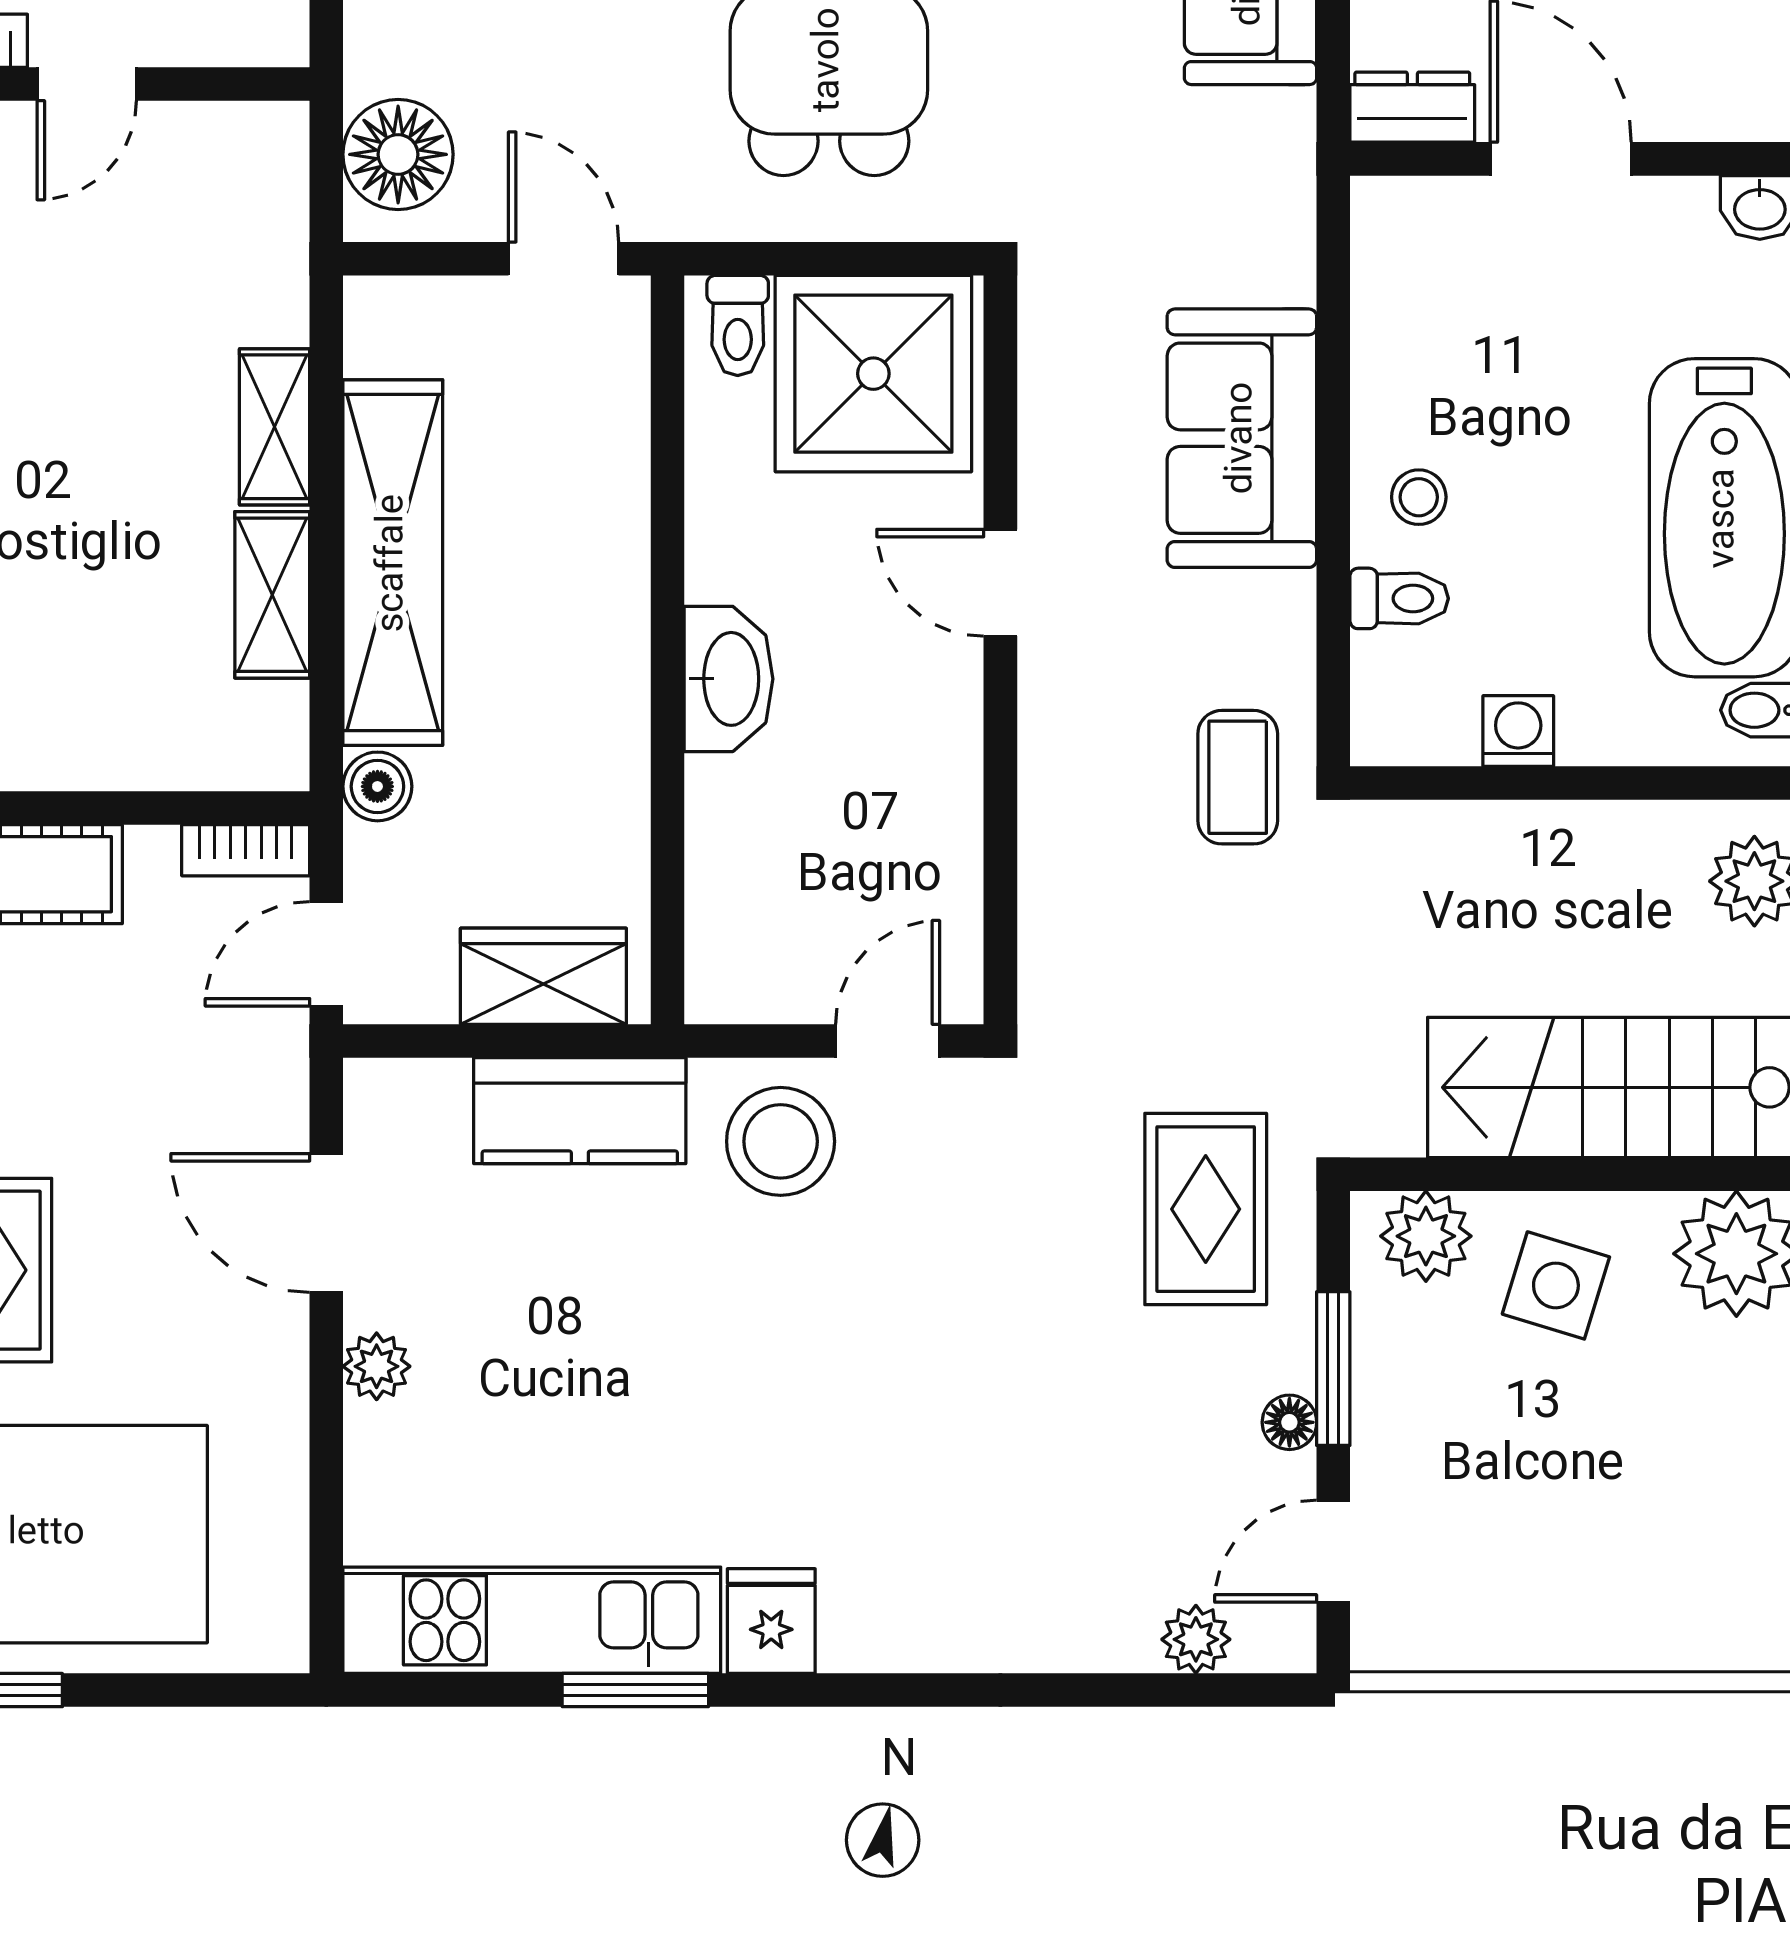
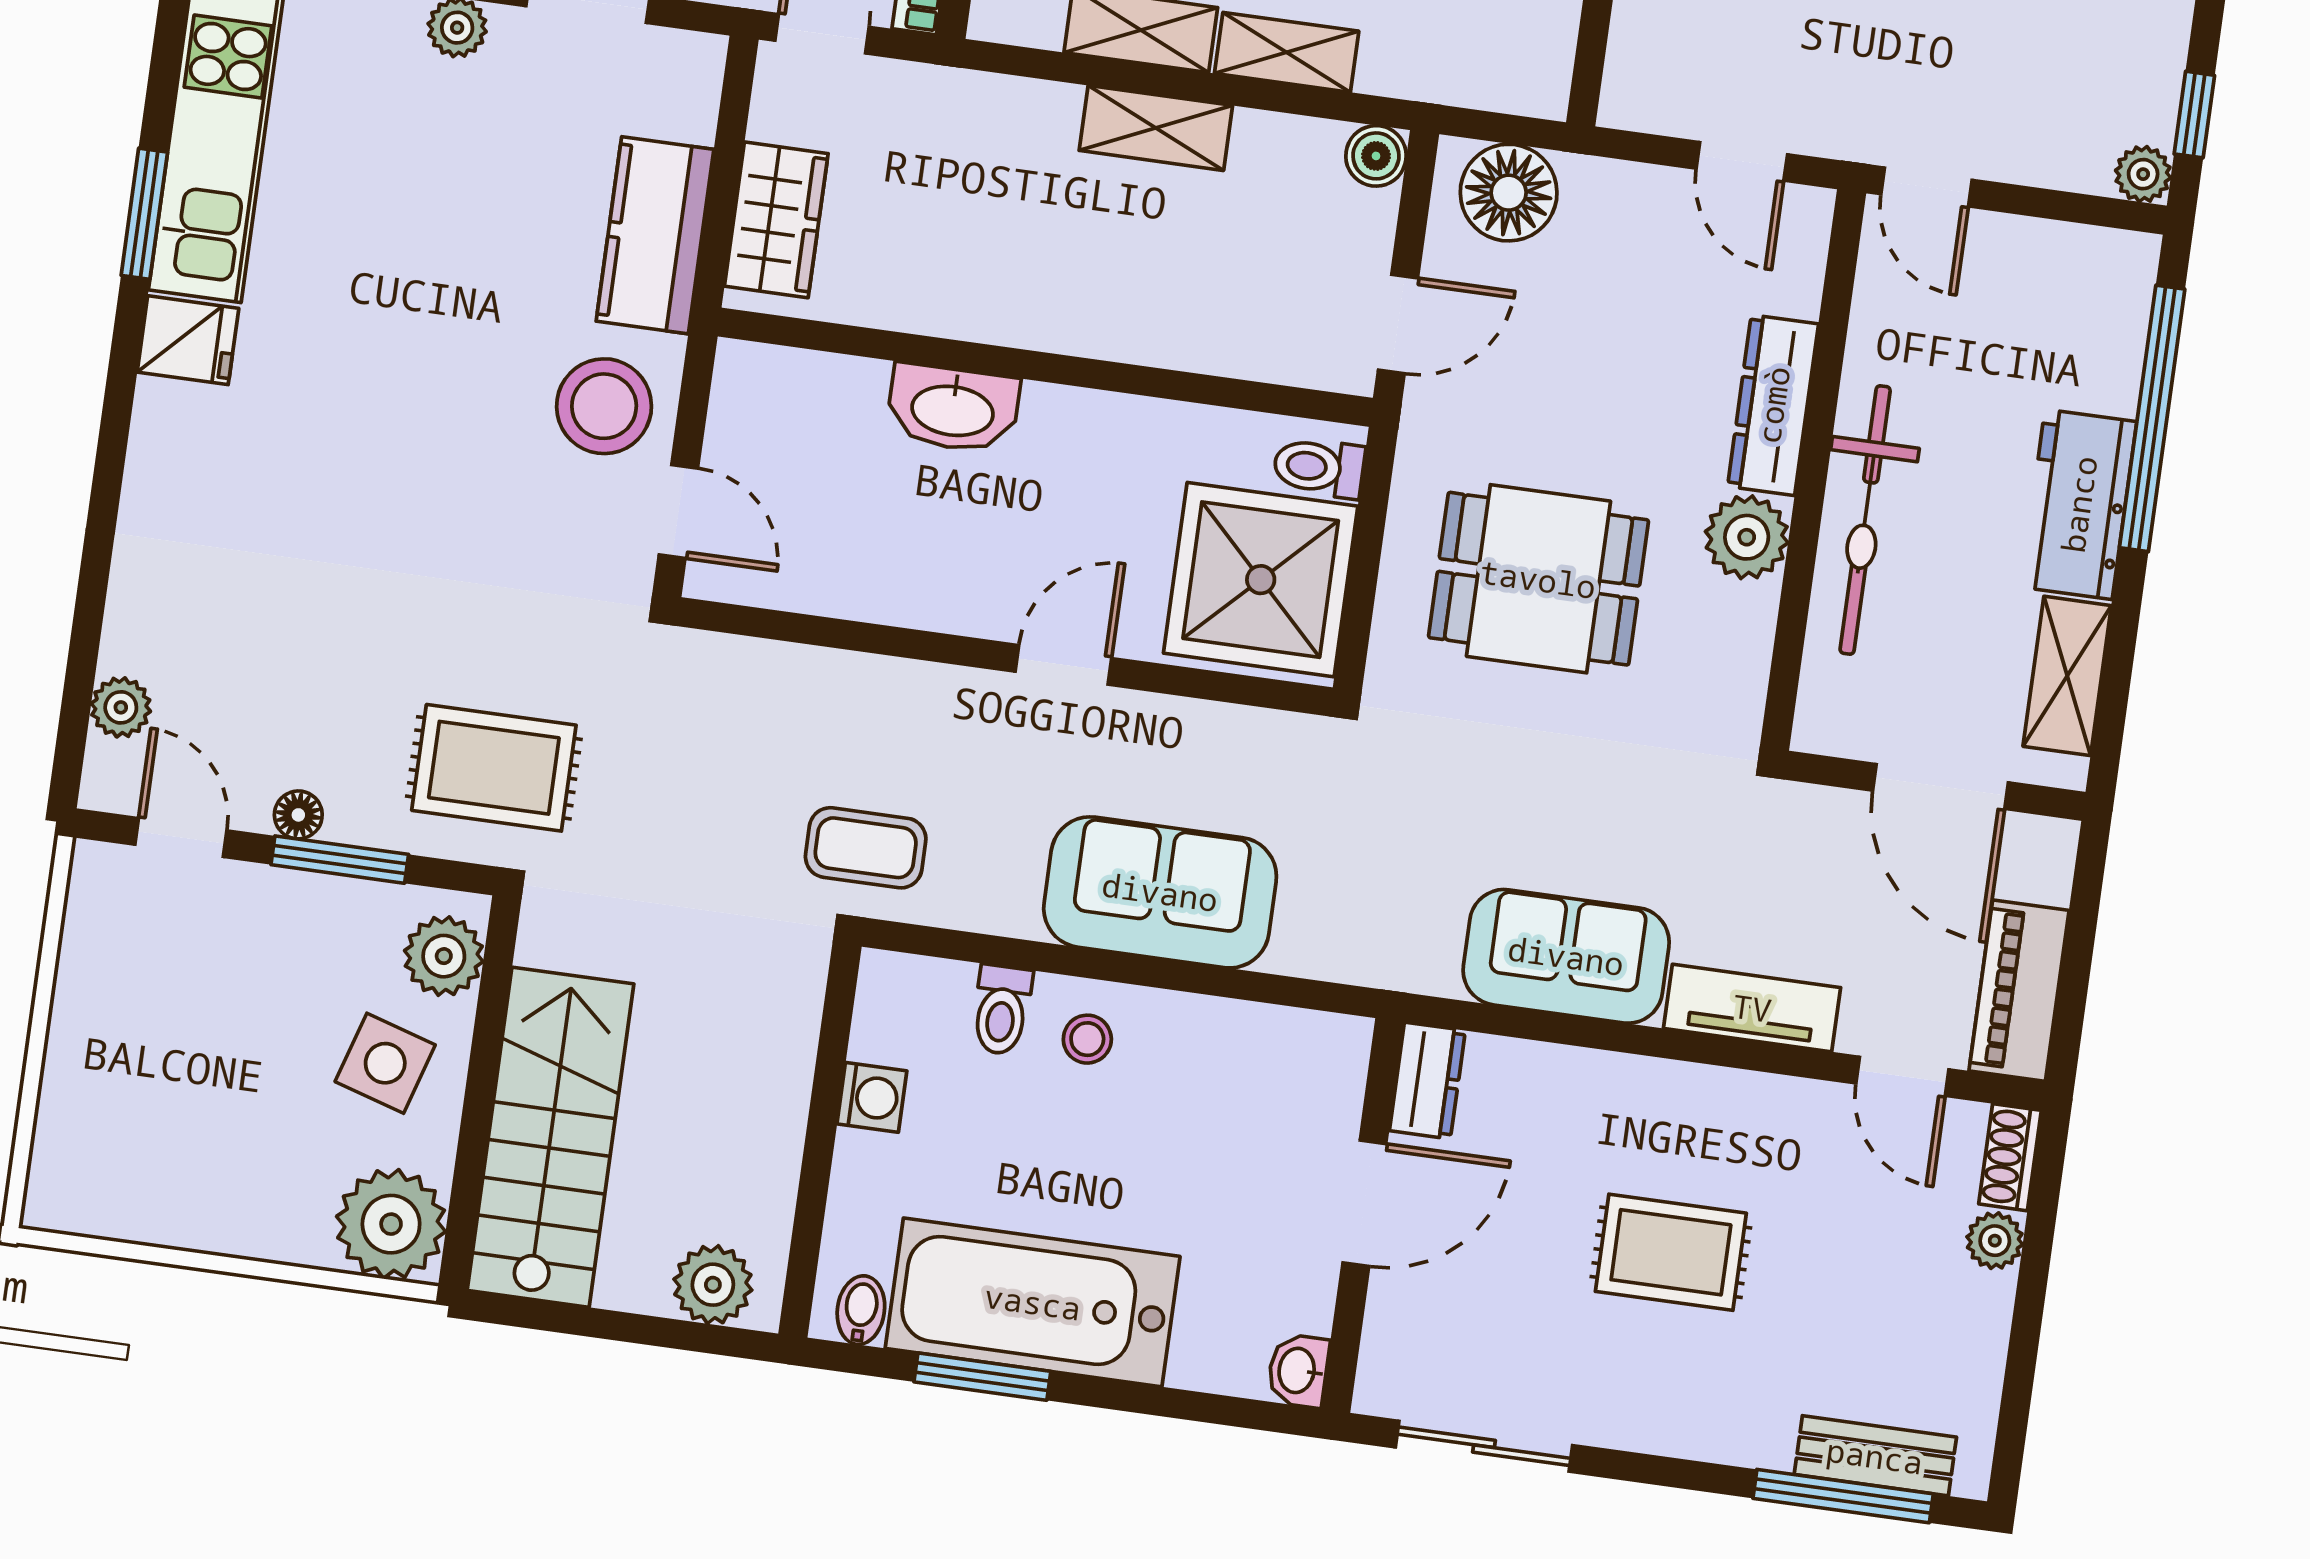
shelving: (393, 563) -> (1156, 128), width x0.45, depth x0.75
washbasin: (729, 679) -> (953, 408), moved
boiler: (377, 786) -> (1376, 156), moved

